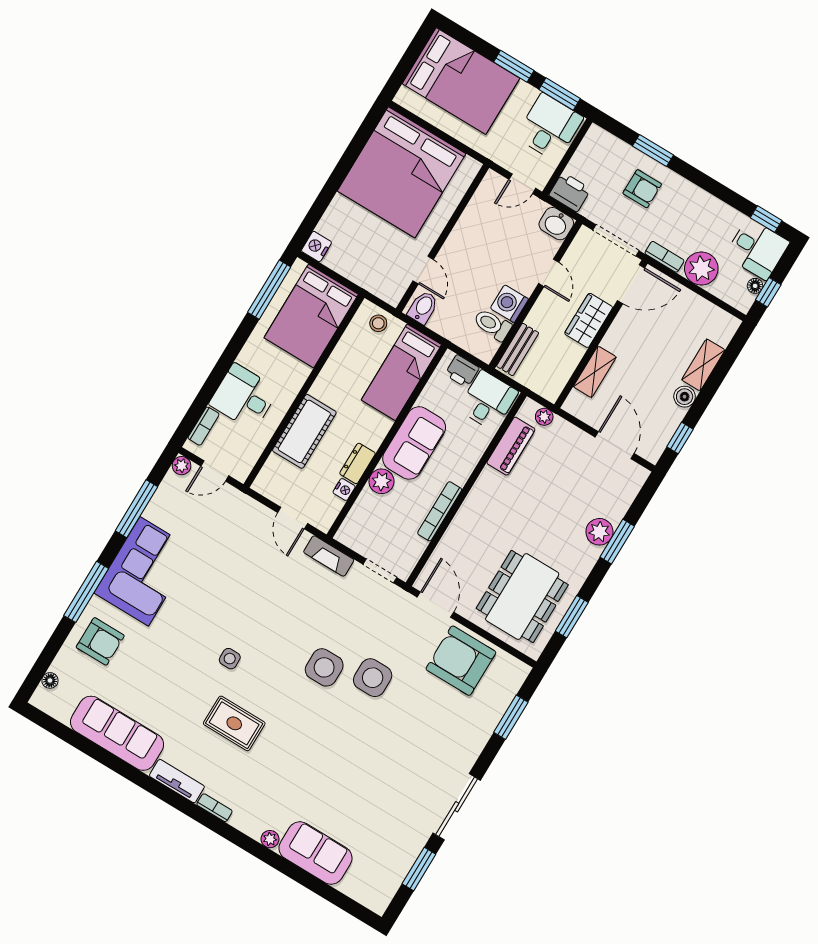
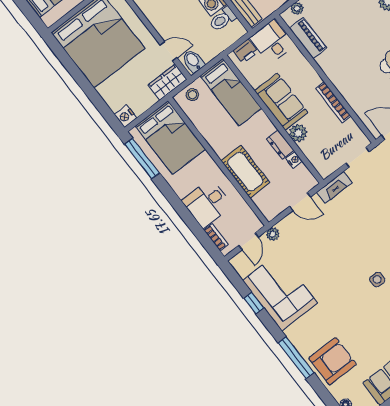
wardrobe: (382, 284) -> (167, 82), added
plant: (182, 466) -> (273, 234), moved
window: (136, 509) -> (254, 303), width x0.46
corner sofa: (144, 571) -> (280, 292), moved
armchair: (100, 641) -> (333, 361), width x1.36, depth x1.36

